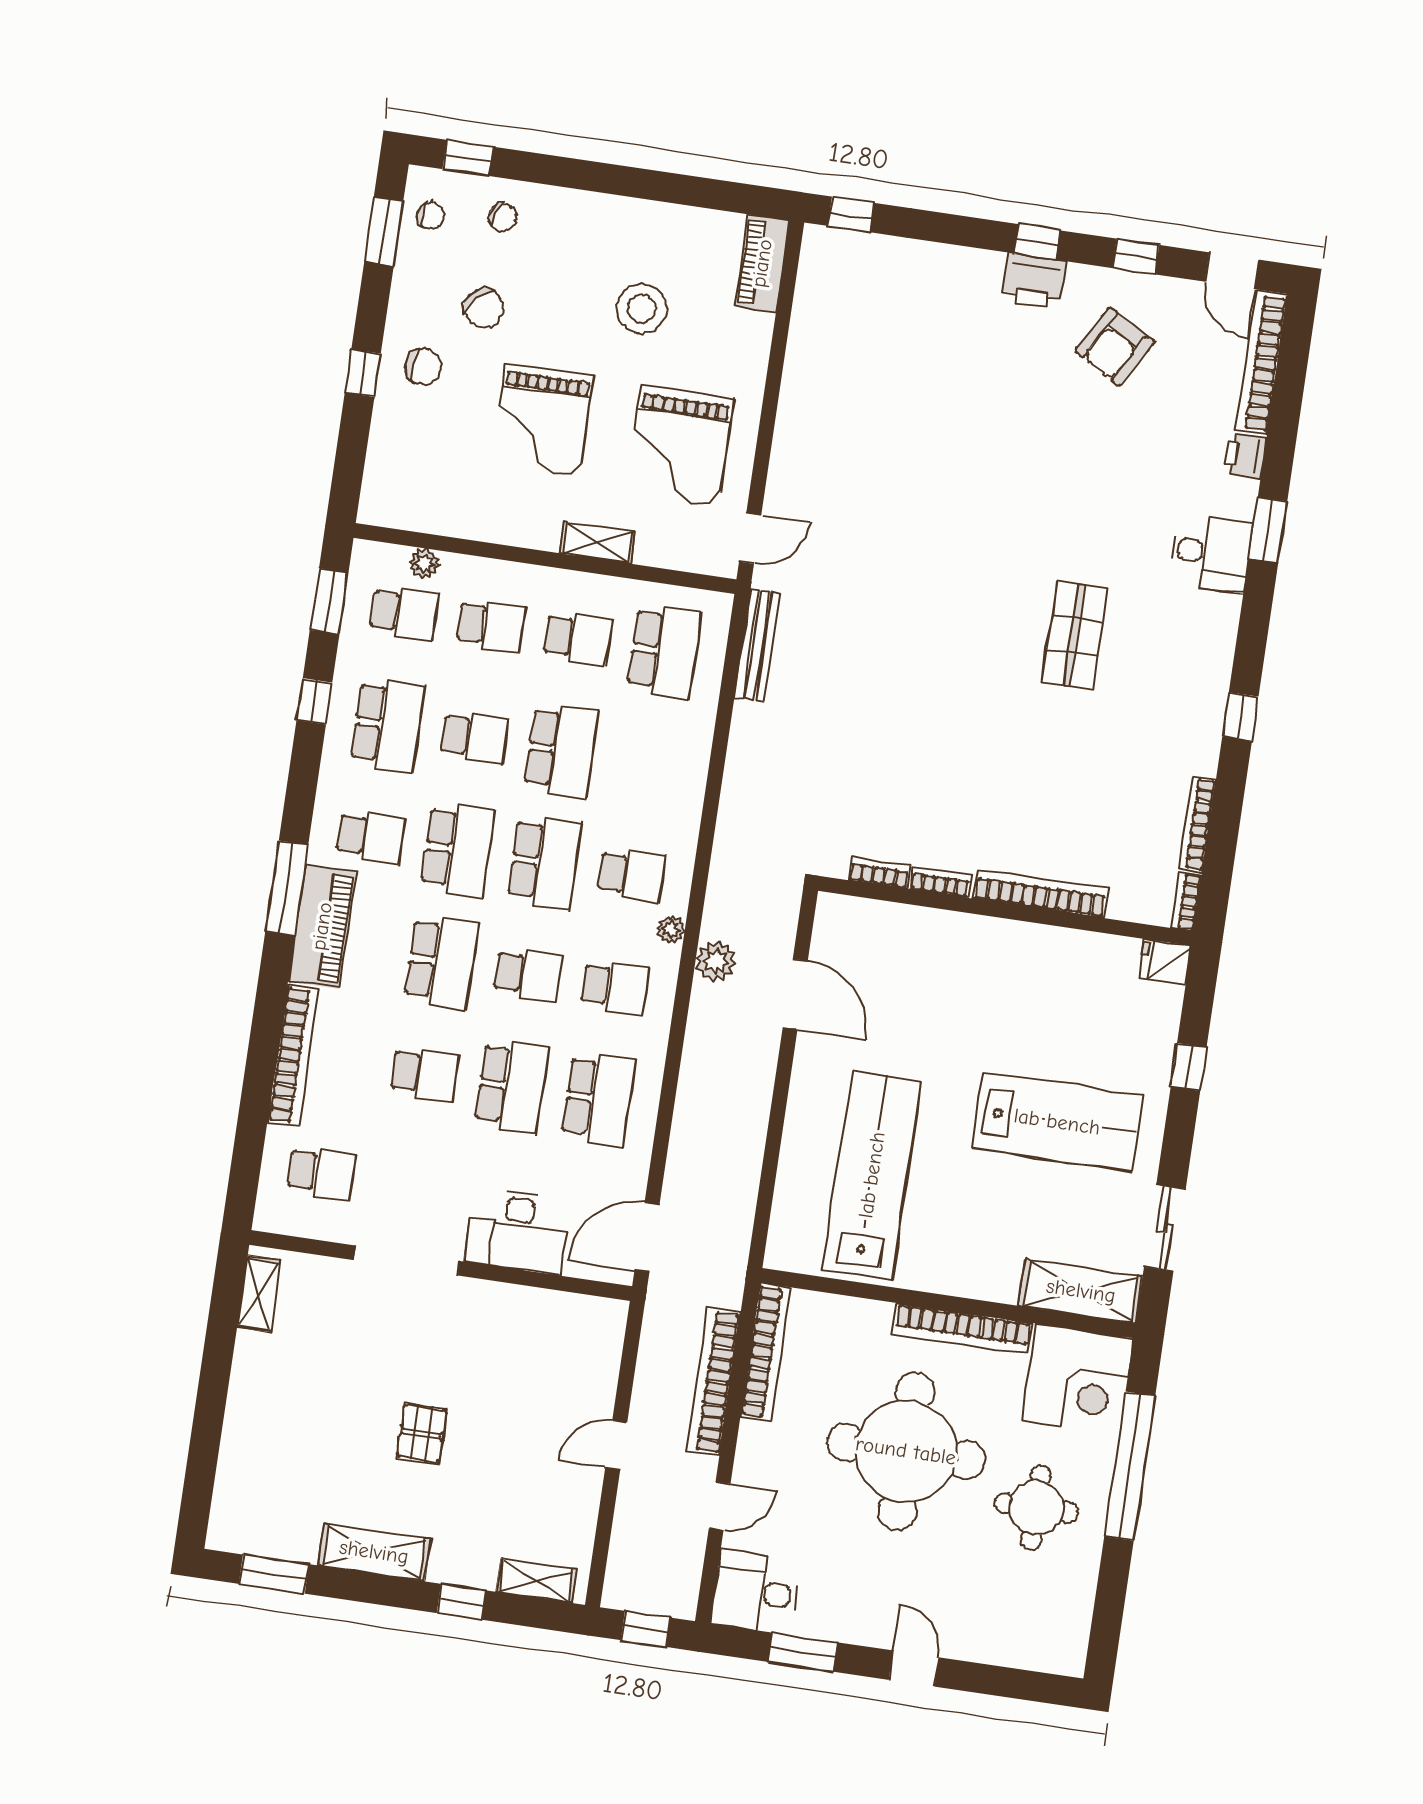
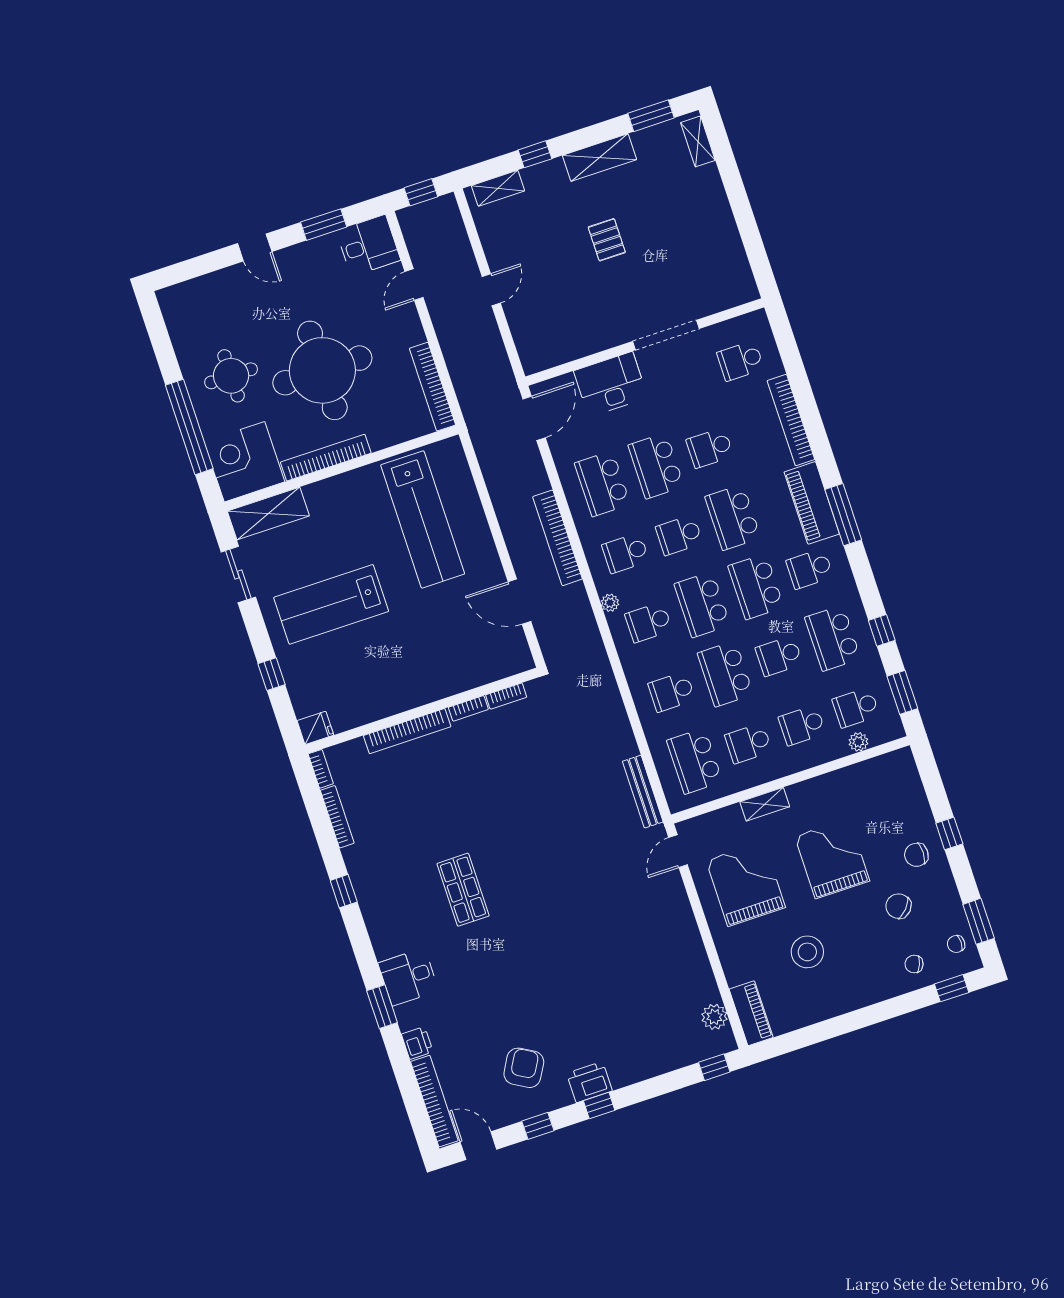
school desk: (648, 763) -> (672, 692), added
plant: (716, 961) -> (714, 1017), moved
shelving: (258, 1294) -> (698, 141), moved
bookcase: (714, 1381) -> (558, 538), moved, turned 180

